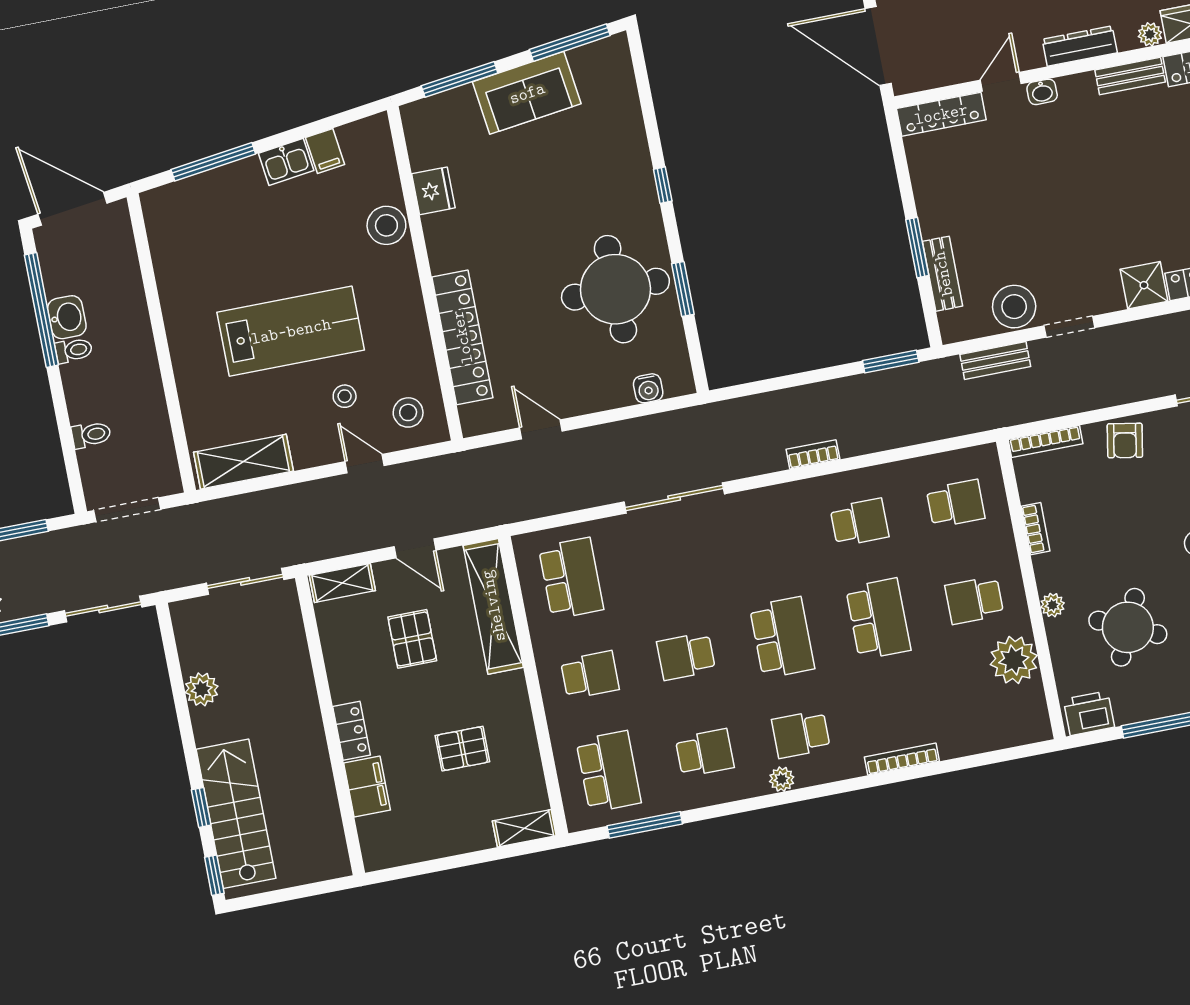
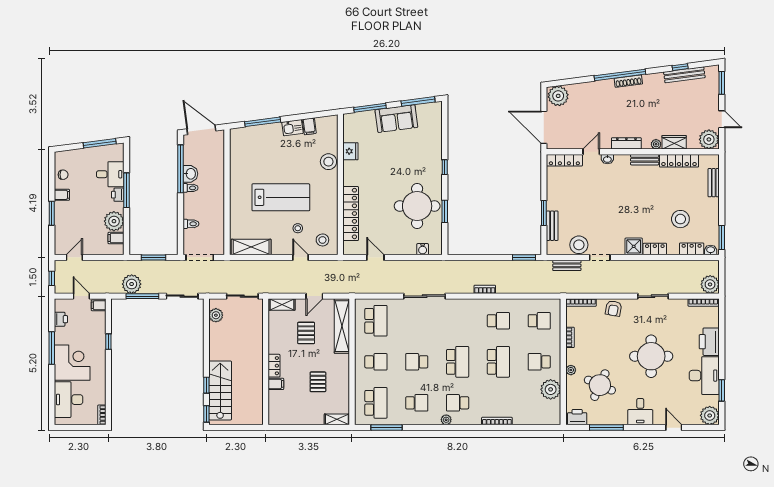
door: (415, 548) -> (314, 296), hinge flipped
plant: (202, 689) -> (216, 315), moved
pallet: (462, 749) -> (318, 382), turned 90
filing cabinet: (367, 786) -> (276, 384), width x0.50

